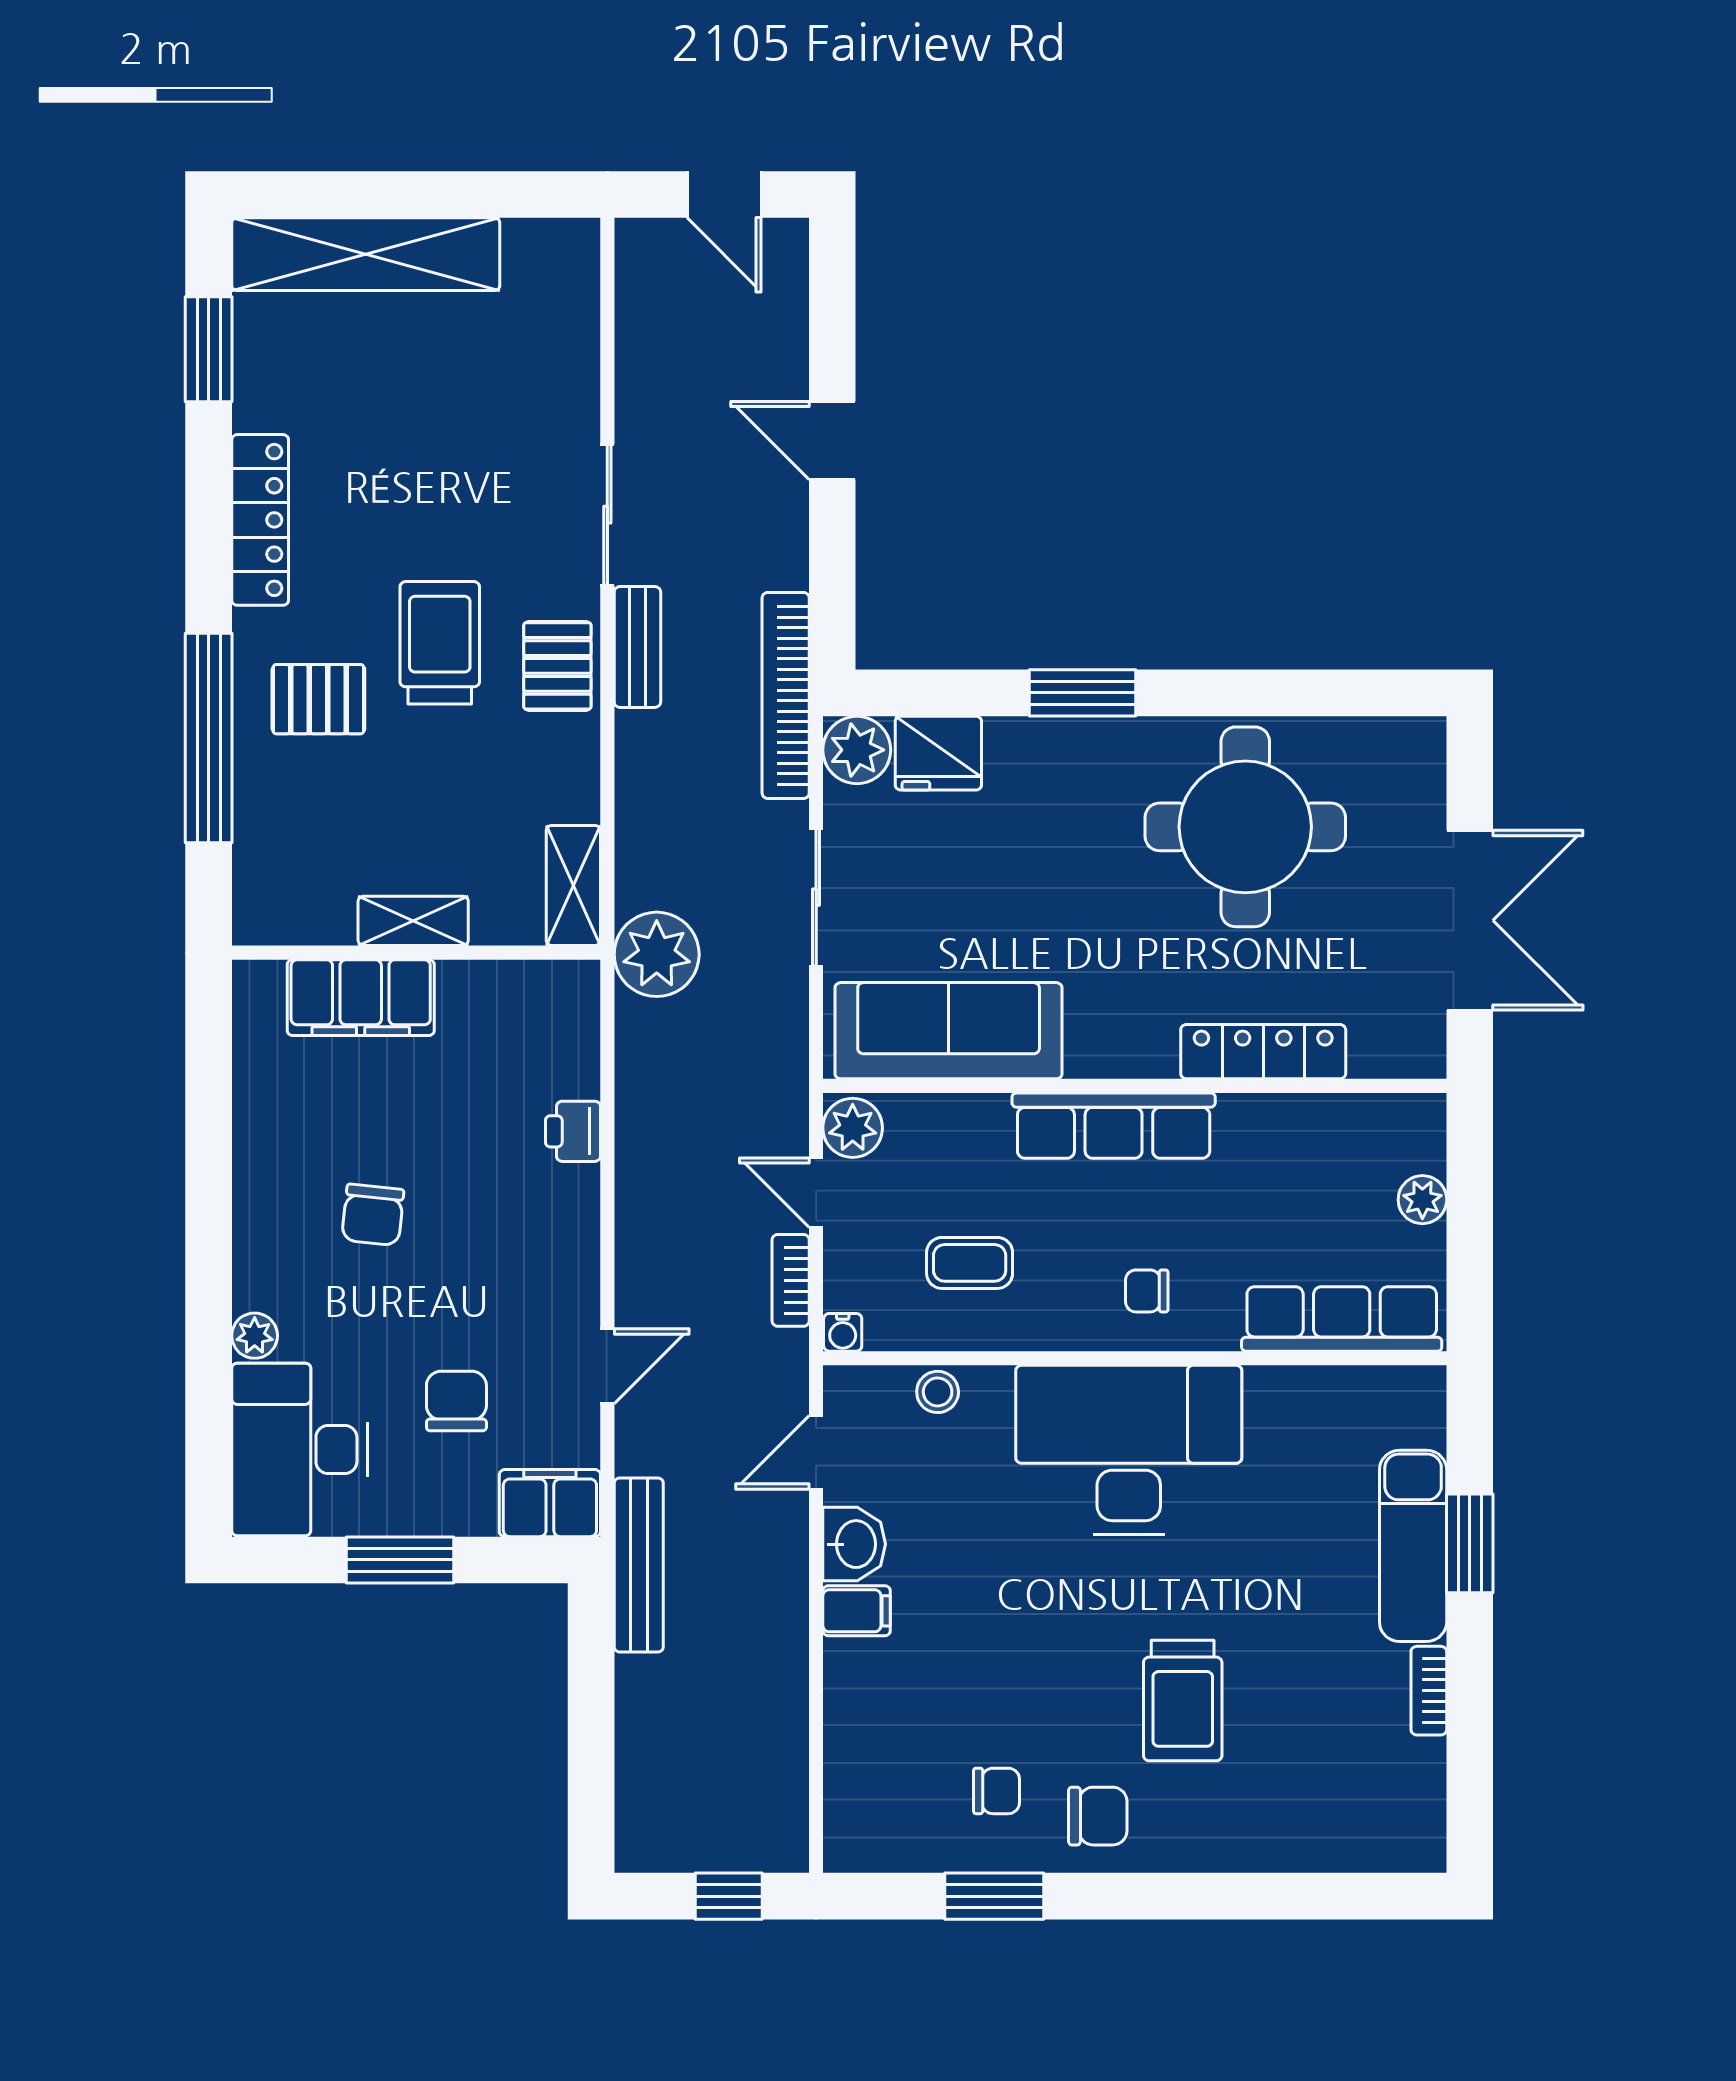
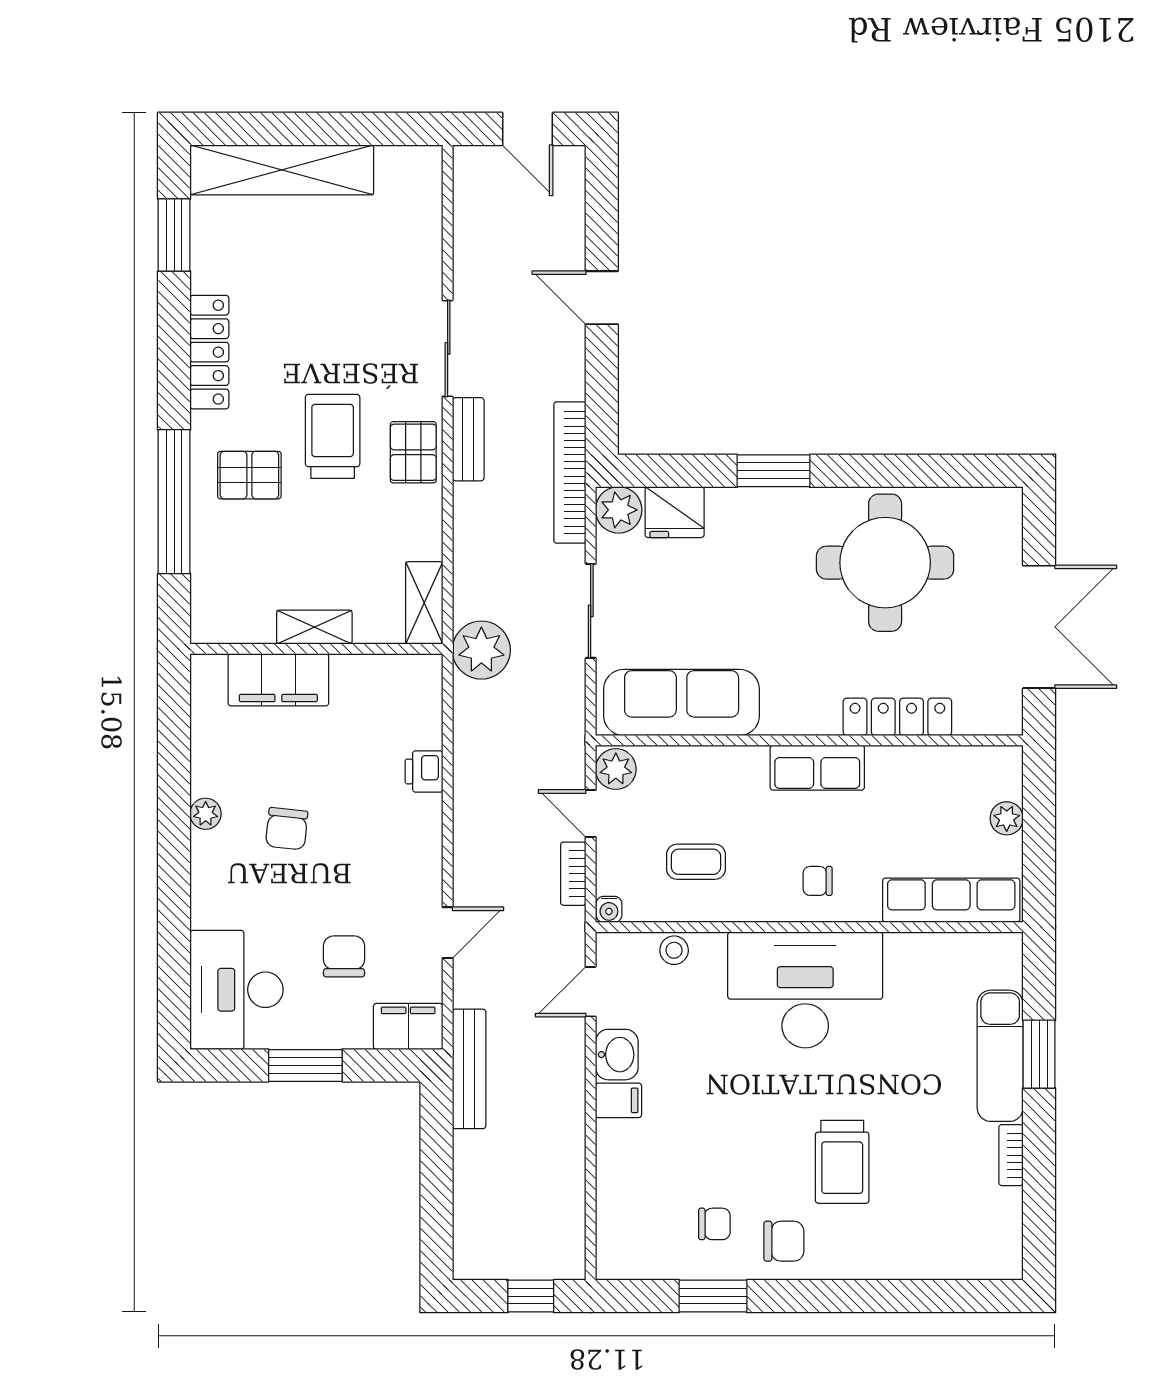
row of seats: (1114, 1126) -> (817, 768), width x0.68
plant: (255, 1336) -> (206, 814), moved

